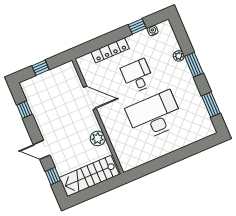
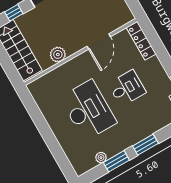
locker: (110, 50) -> (141, 41), moved
plant: (179, 56) -> (101, 158), moved
window: (211, 105) -> (116, 161), moved

